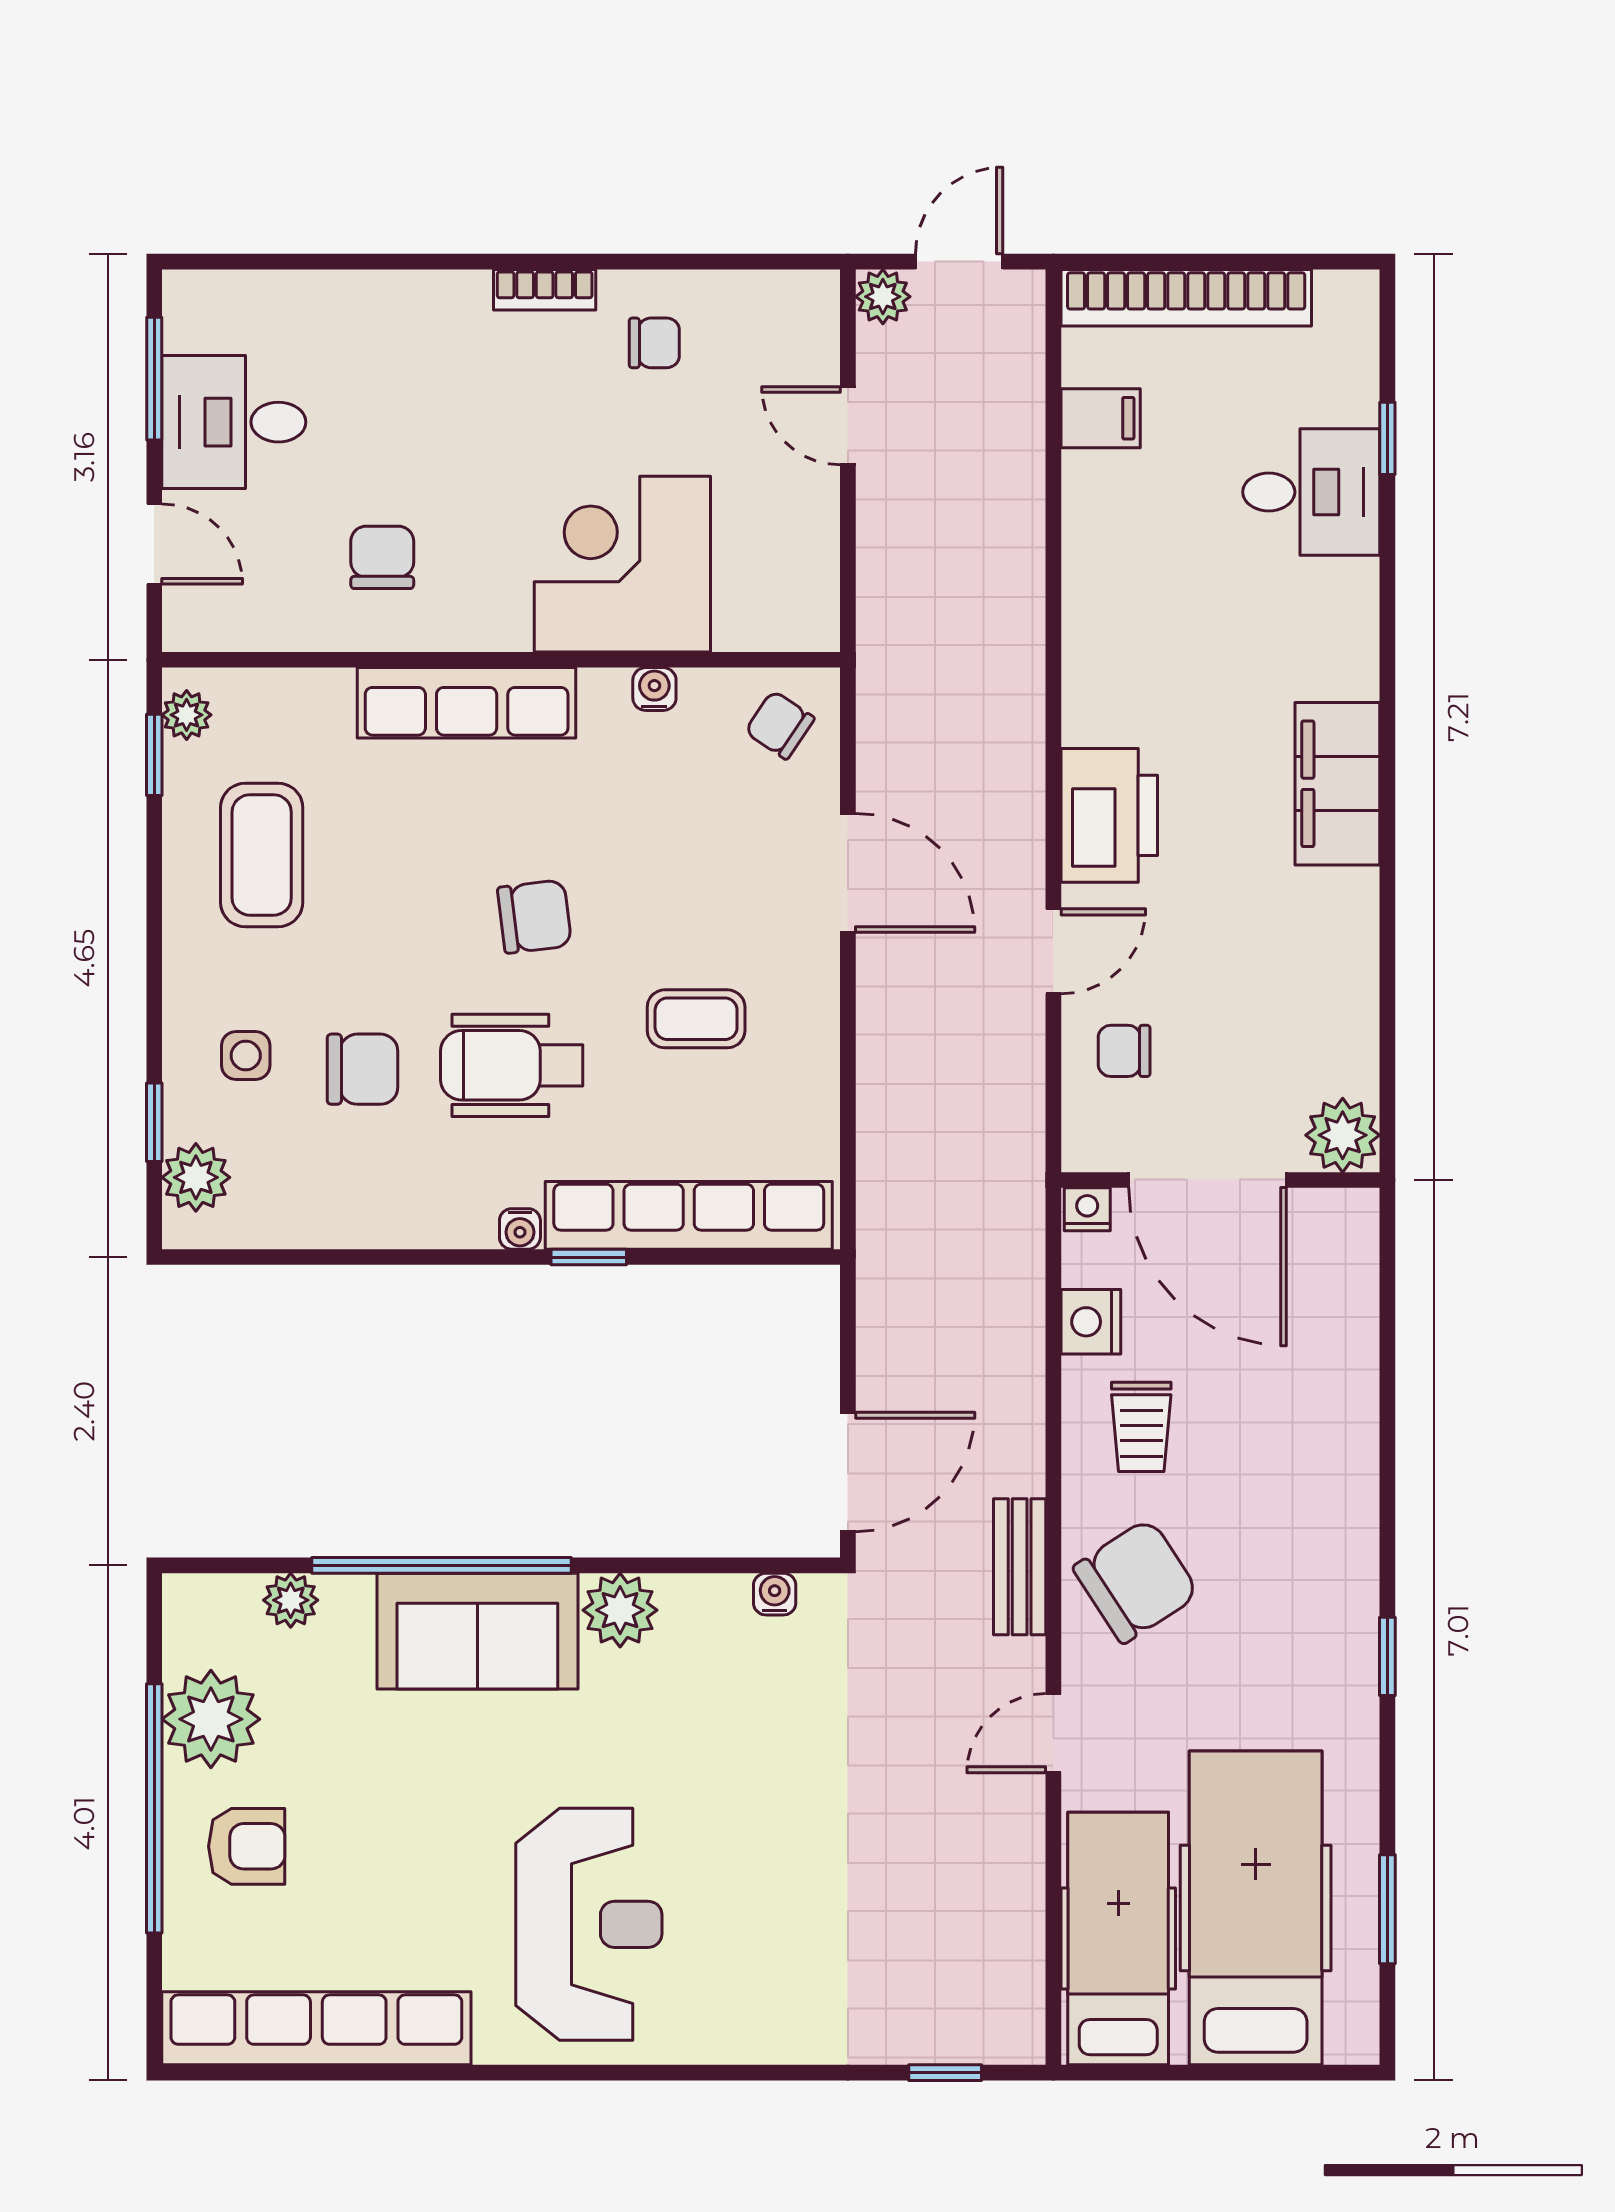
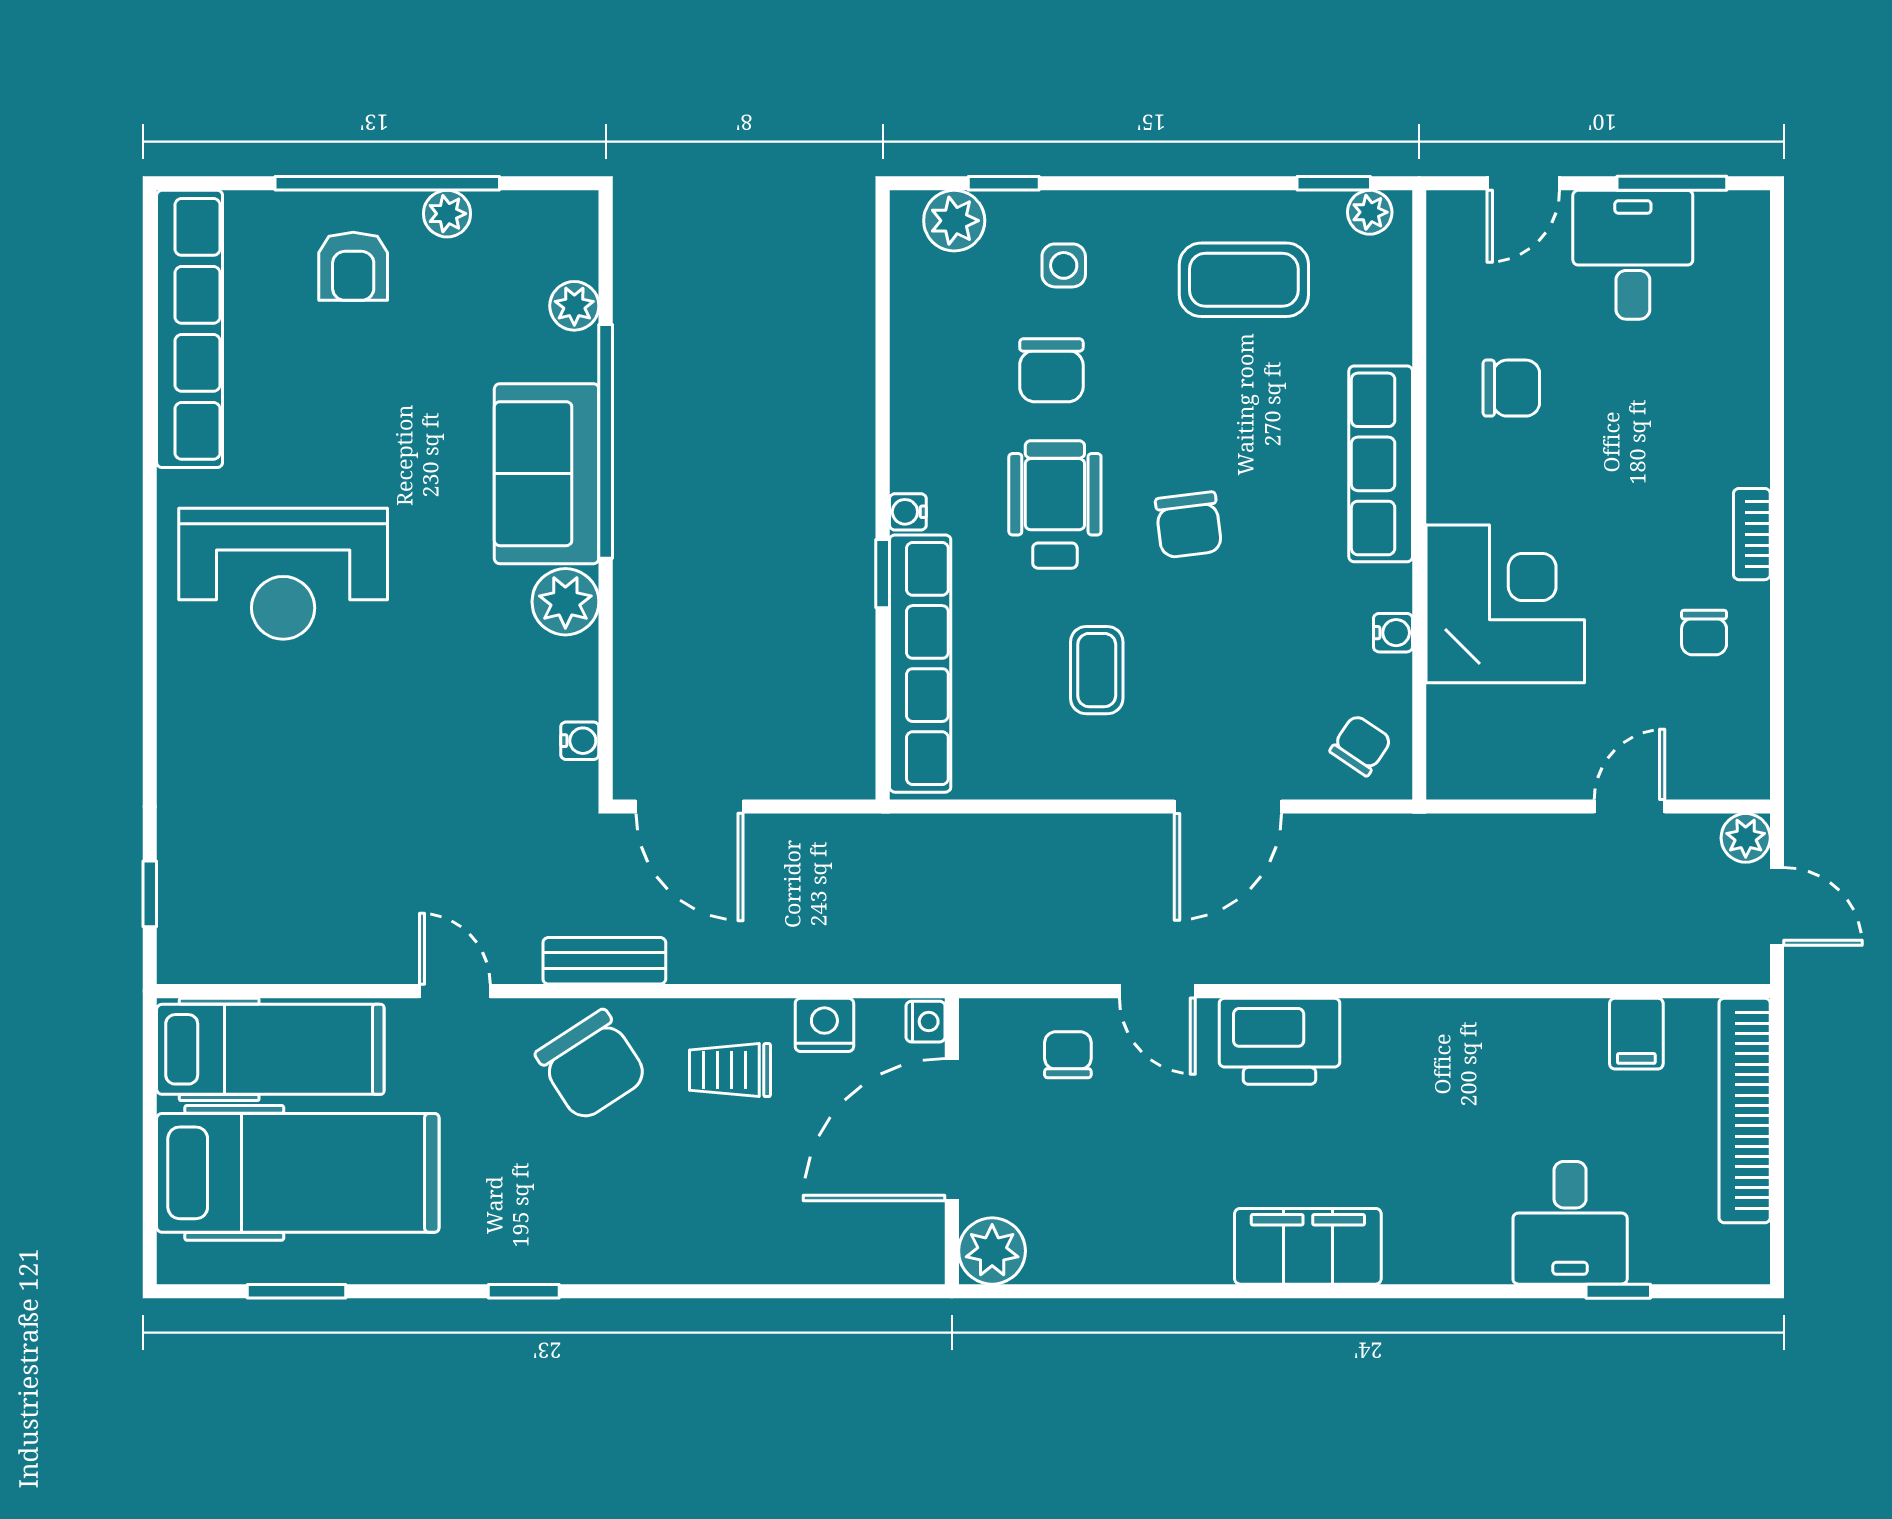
plant: (211, 1719) -> (447, 214), width x0.53, depth x0.53

